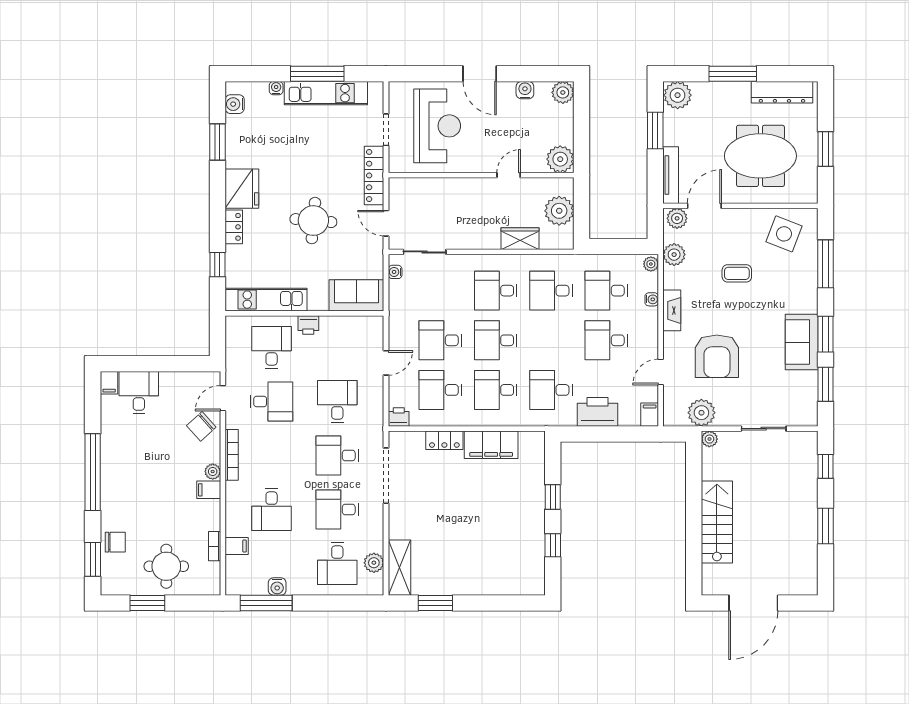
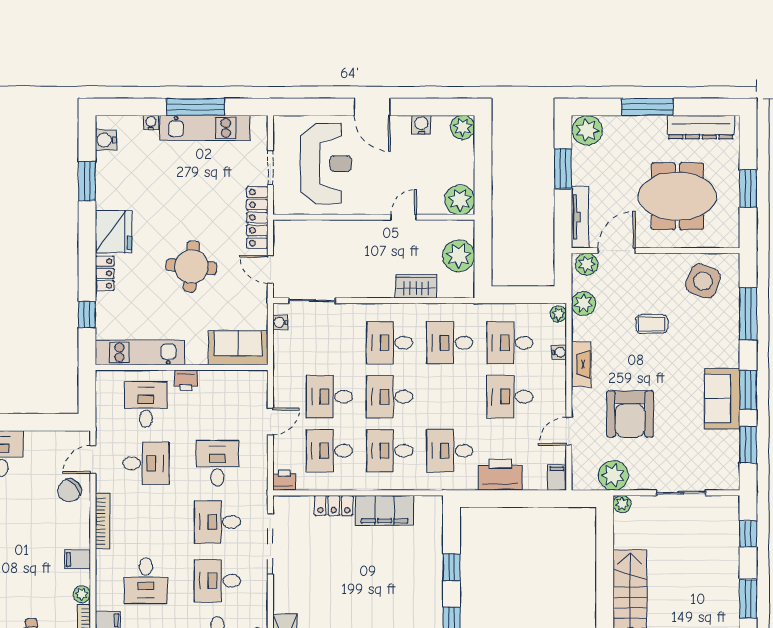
plant: (213, 472) -> (82, 594), moved

